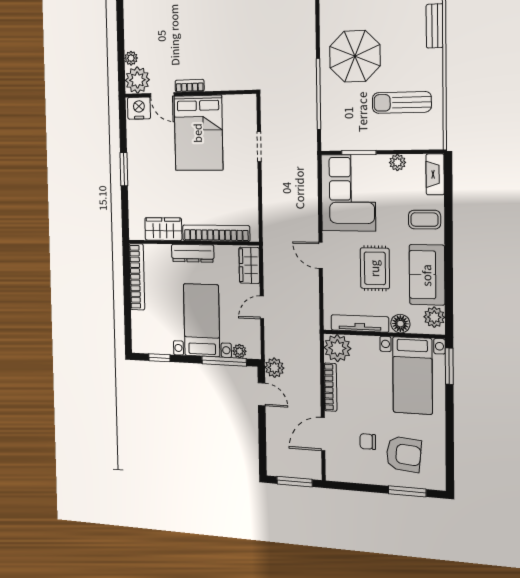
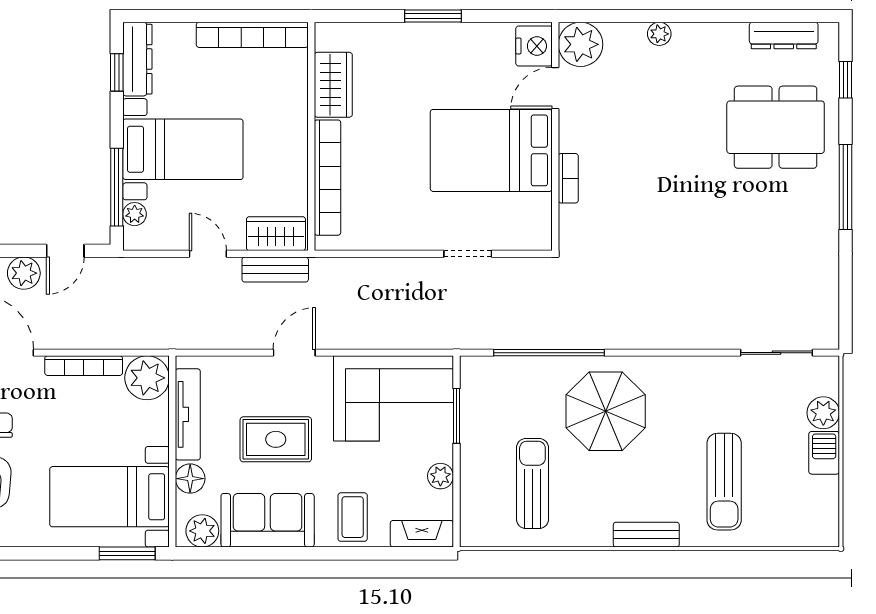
plant: (131, 58) -> (659, 34), moved
bookcase: (190, 86) -> (568, 178), moved
dresser: (193, 253) -> (137, 59), moved, turned 180
bench: (271, 266) -> (275, 270), added
plant: (274, 368) -> (24, 273), moved

